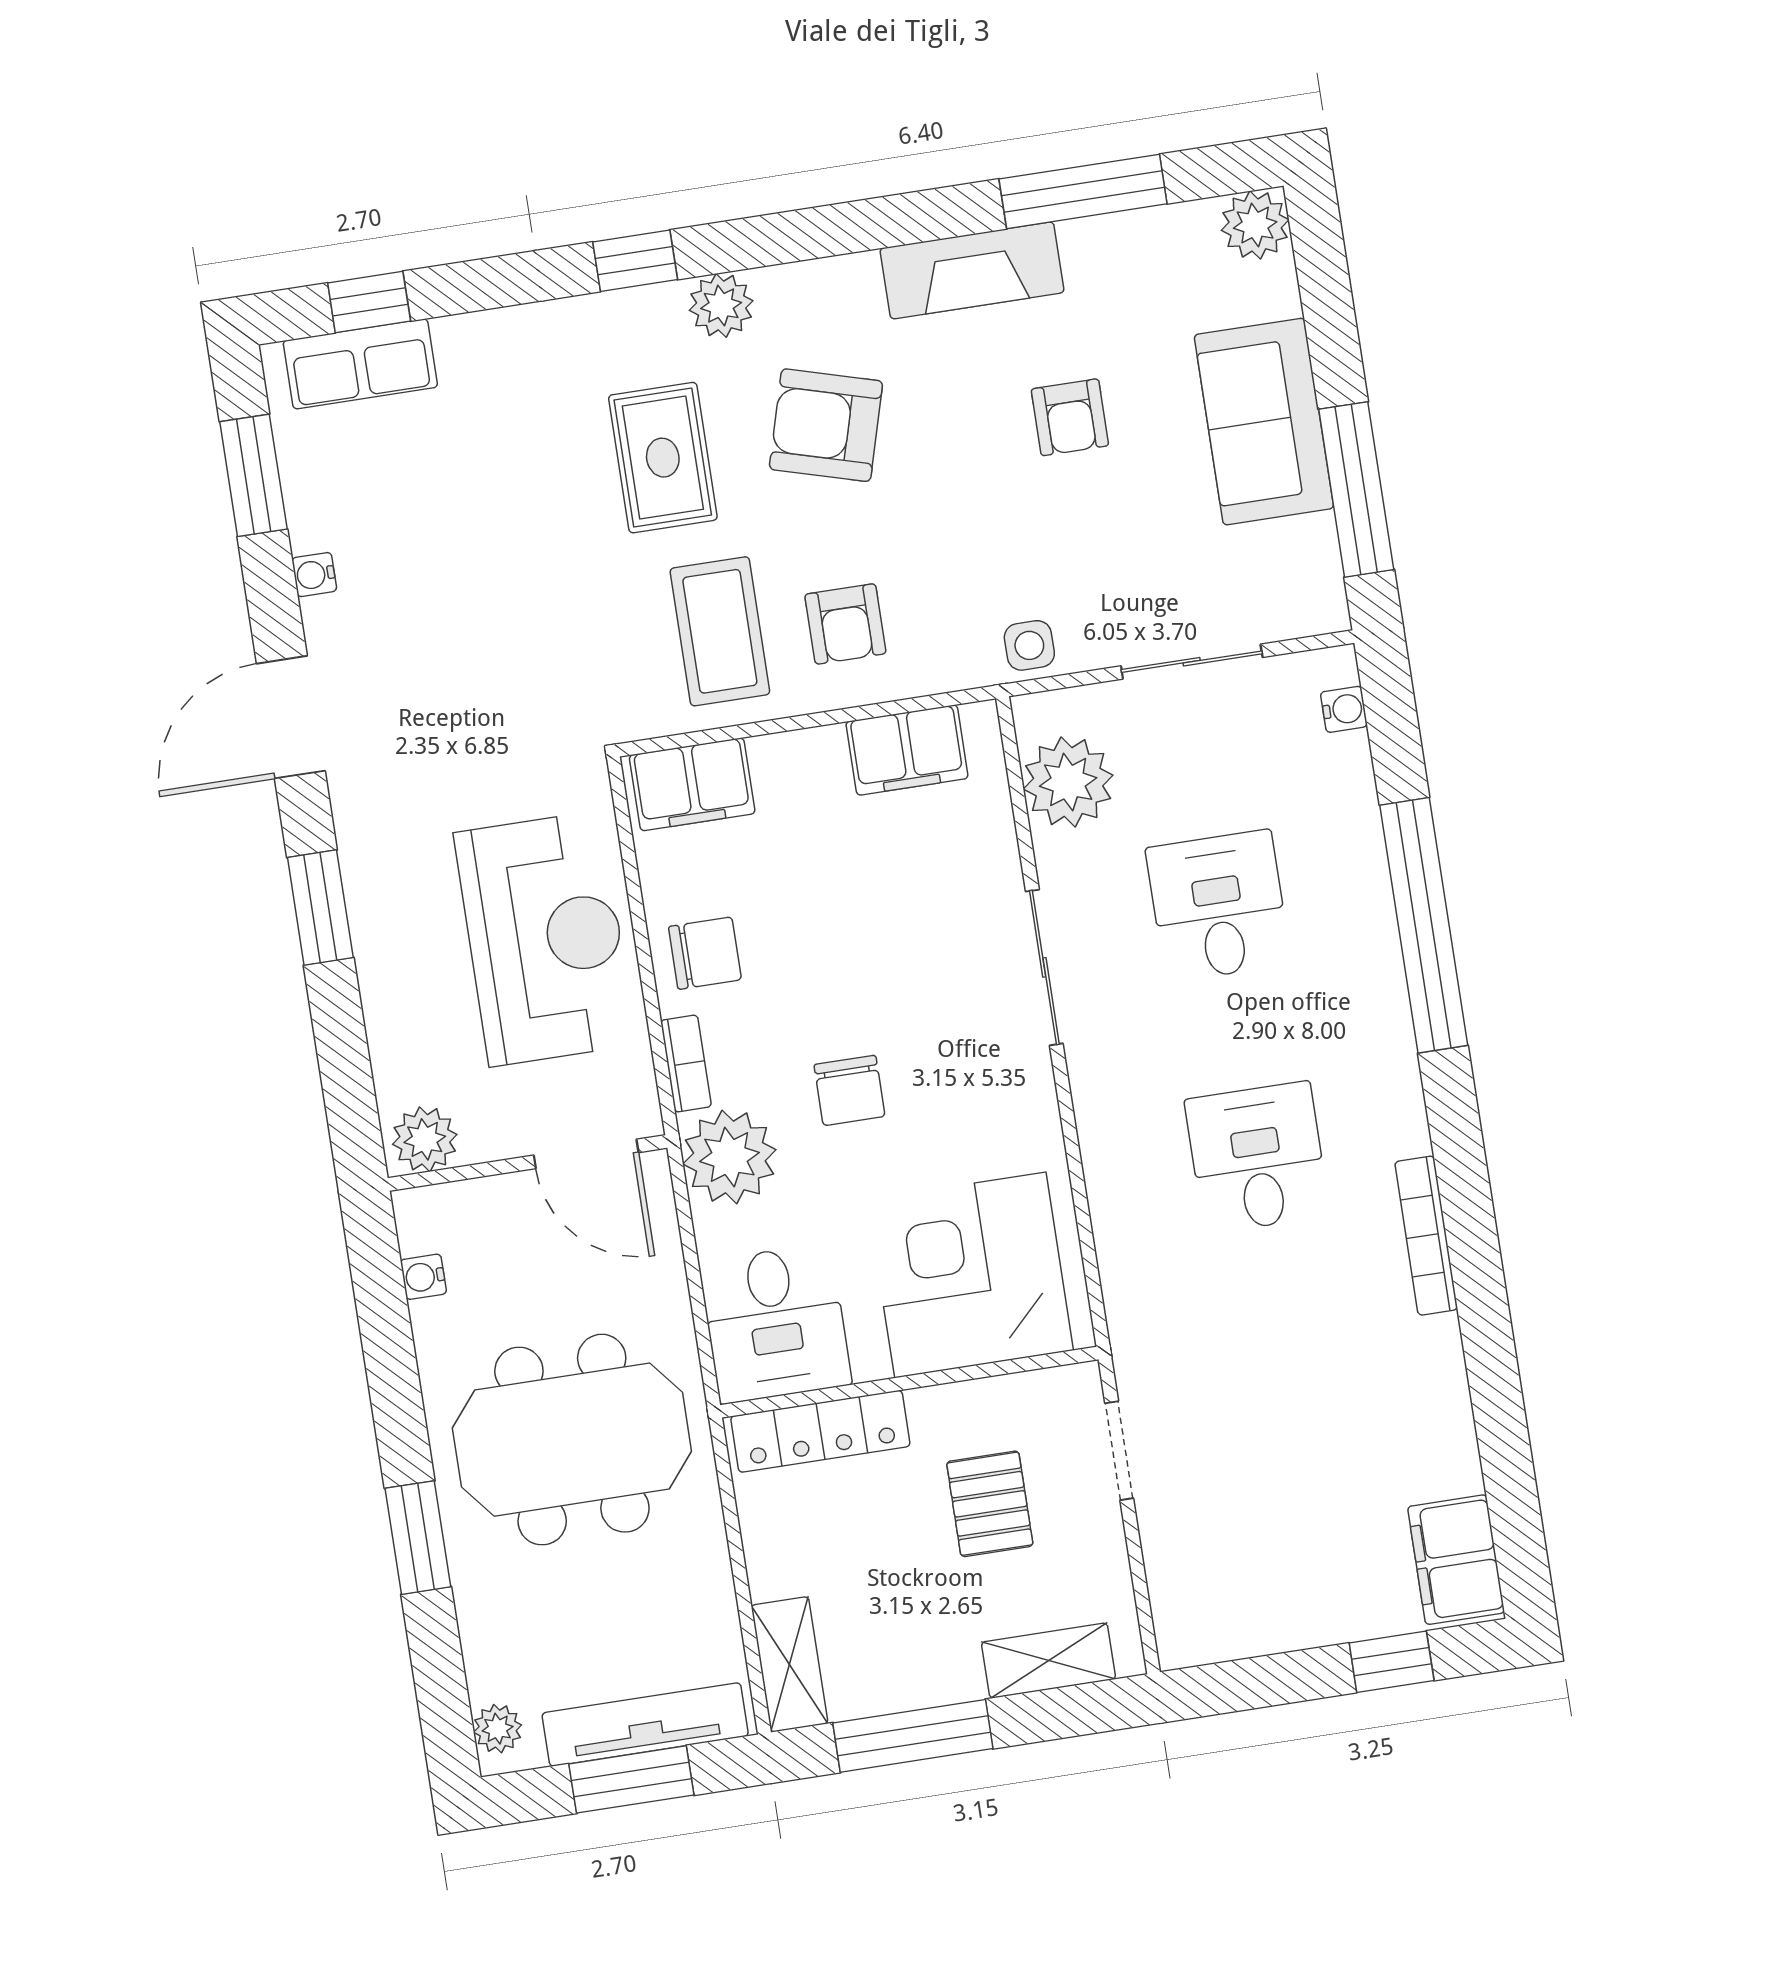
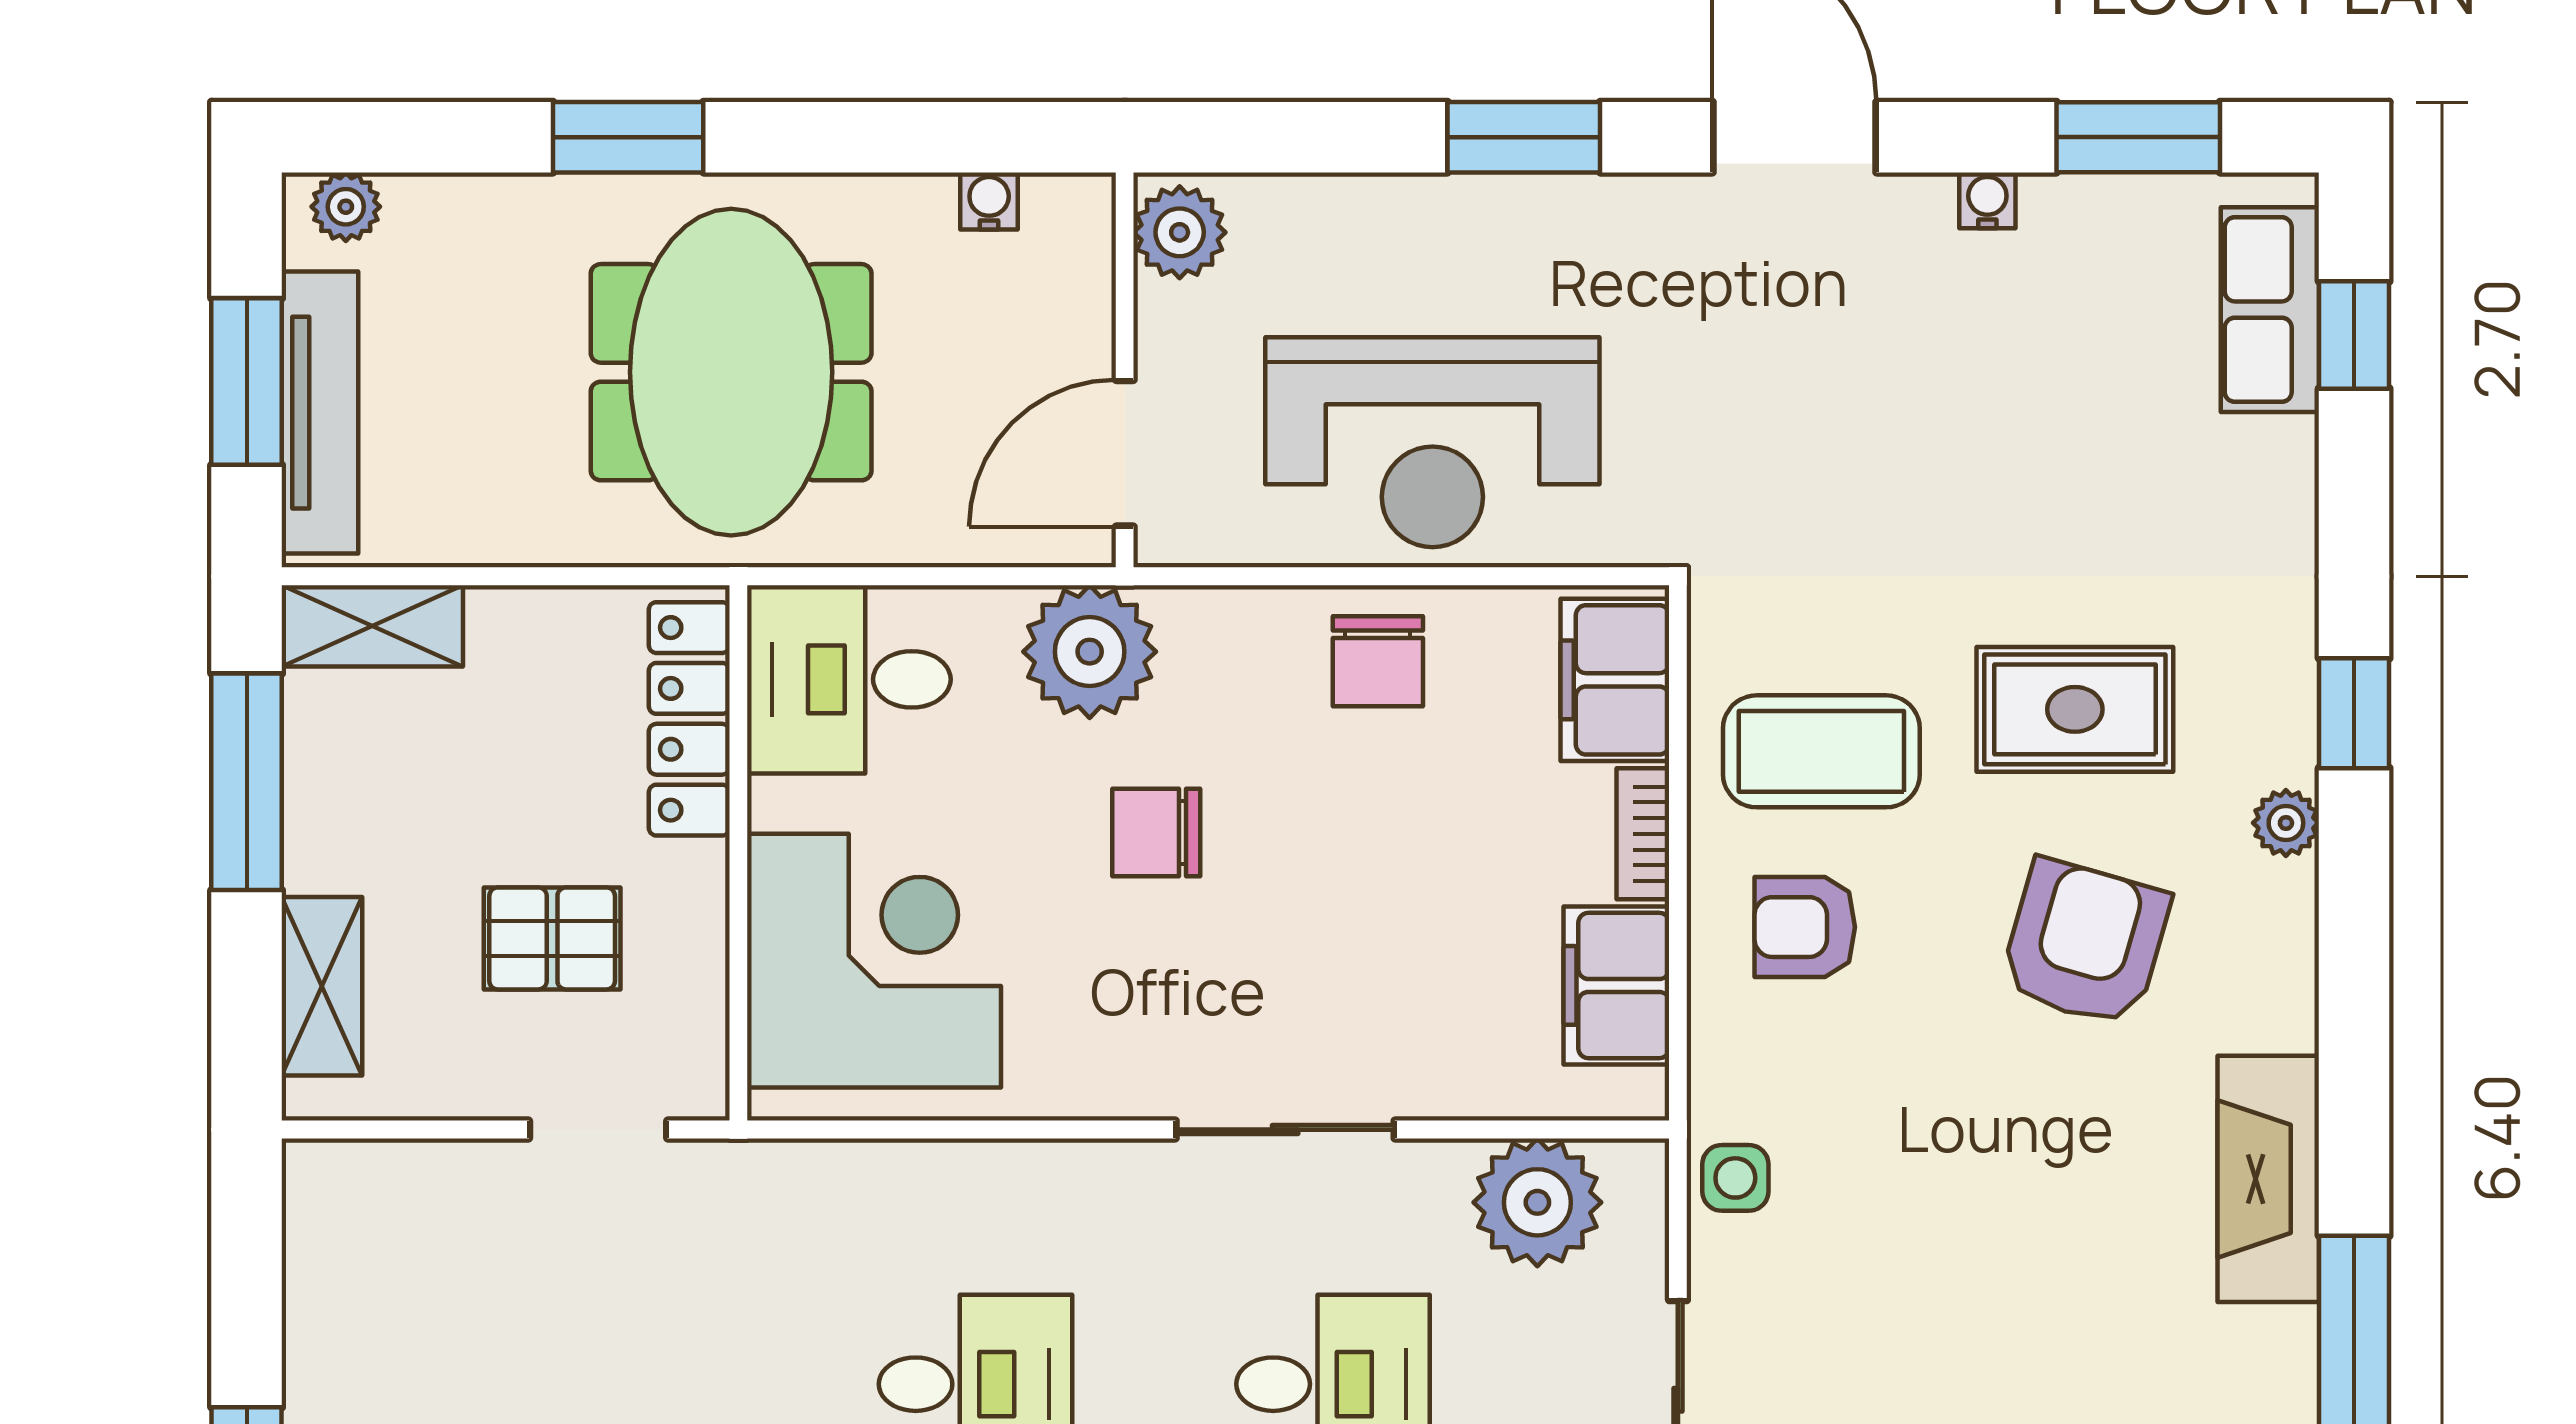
plant: (721, 305) -> (2286, 823), width x0.73, depth x0.73
armchair: (1070, 417) -> (2043, 1283), removed
bookcase: (686, 1064) -> (1643, 834), moved, turned 90

